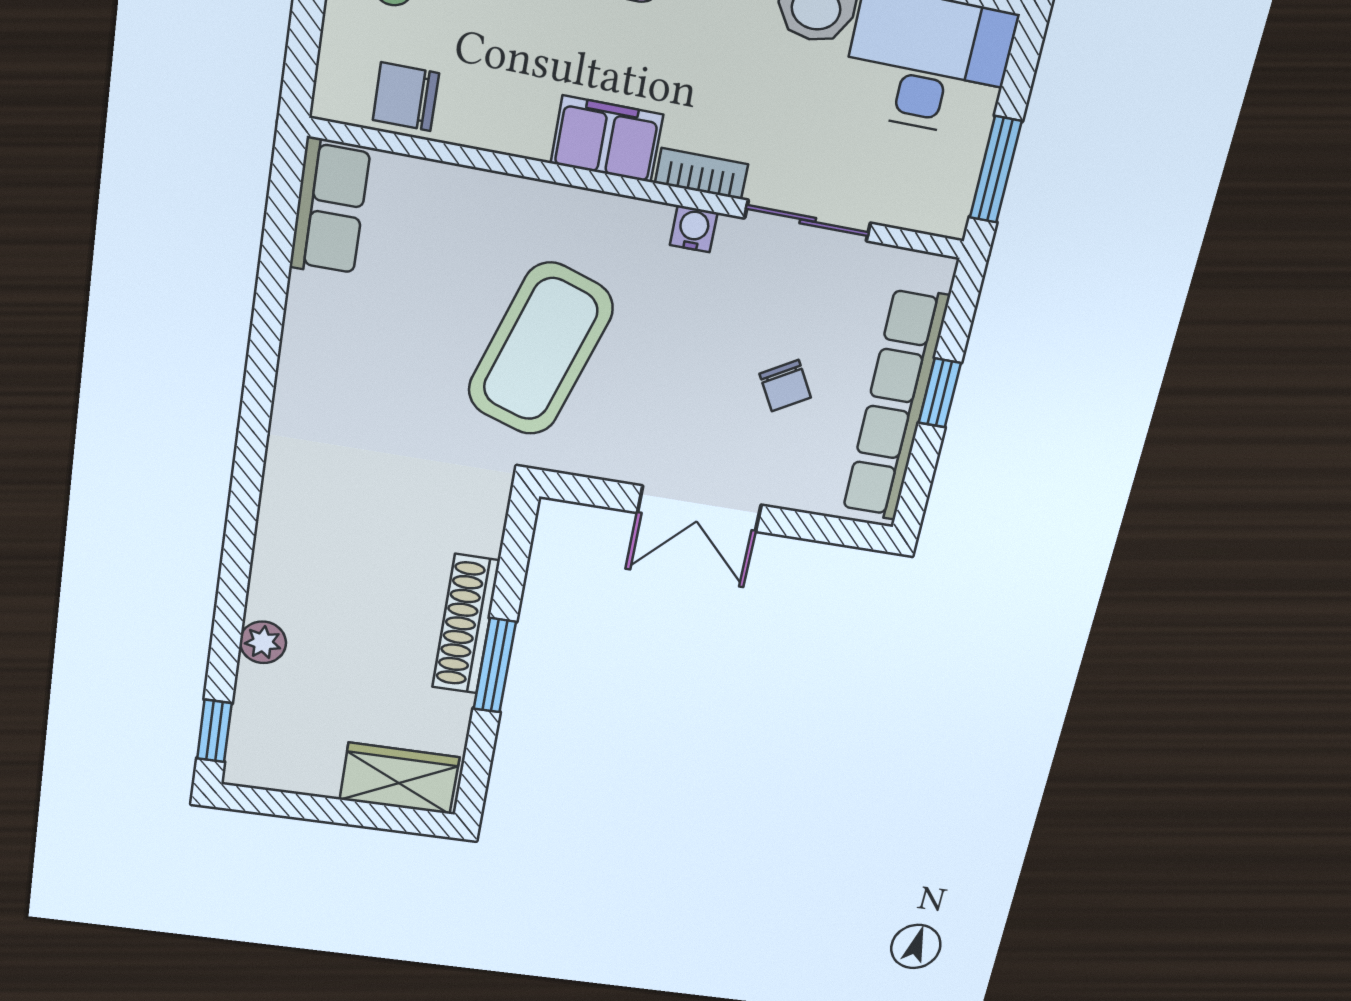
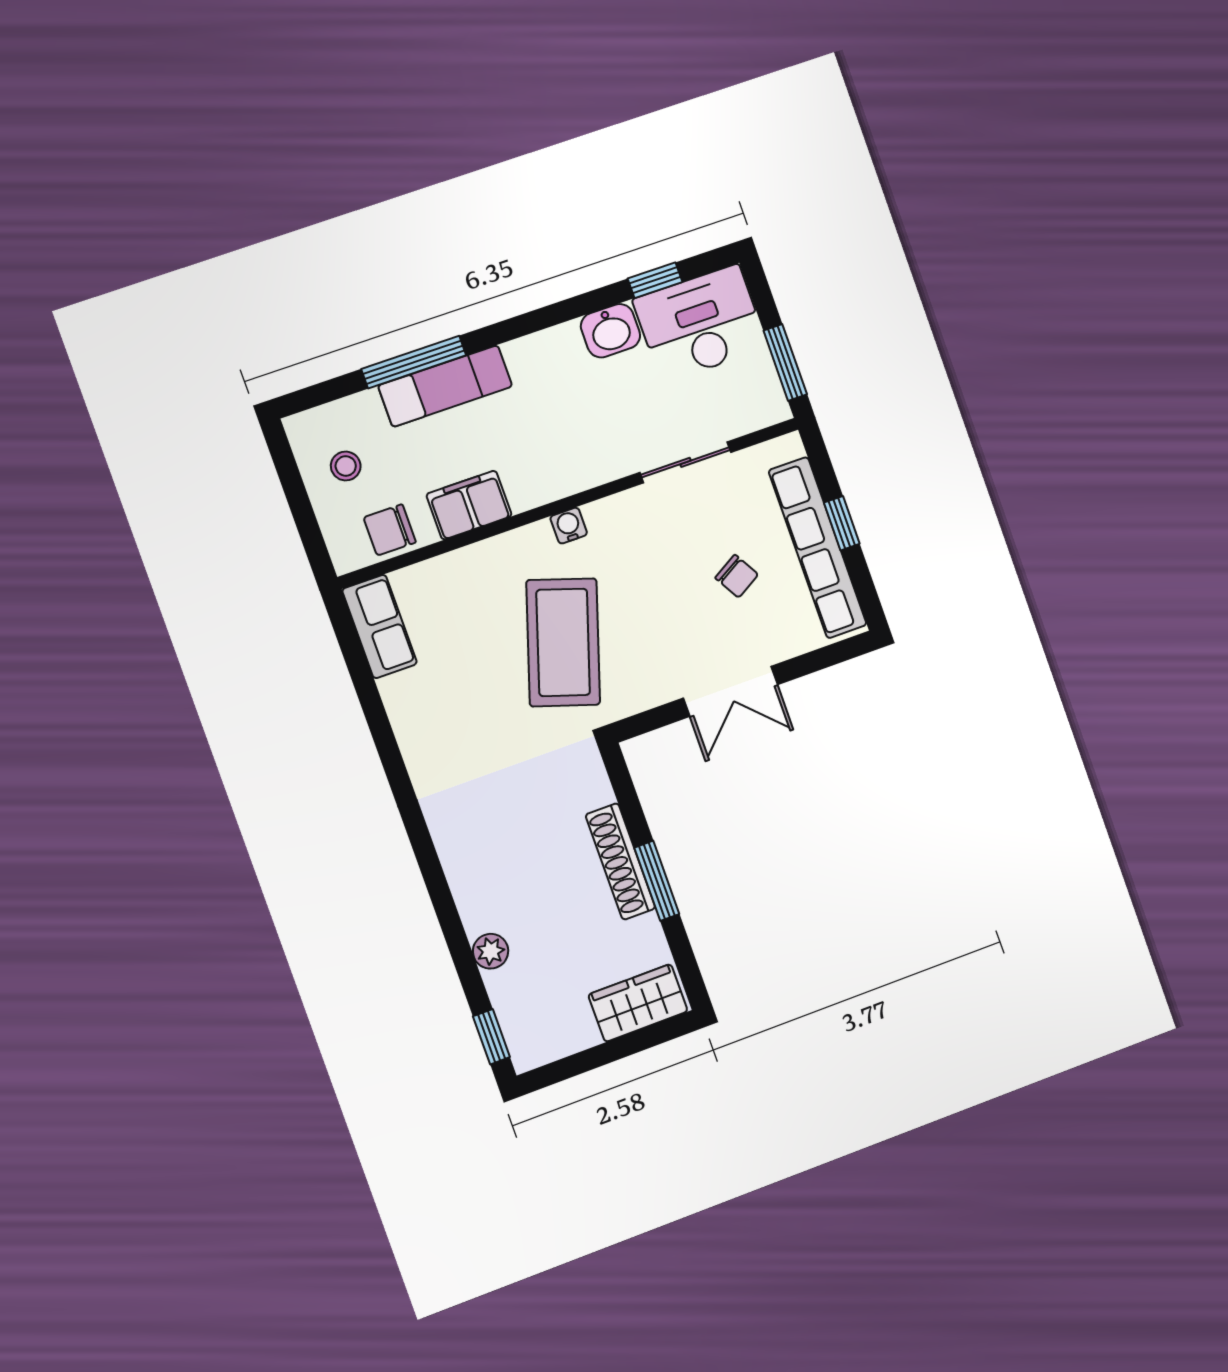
filing cabinet: (607, 139) -> (469, 505), moved
bookcase: (702, 174) -> (600, 472), removed
water cooler: (694, 229) -> (569, 526), moved

